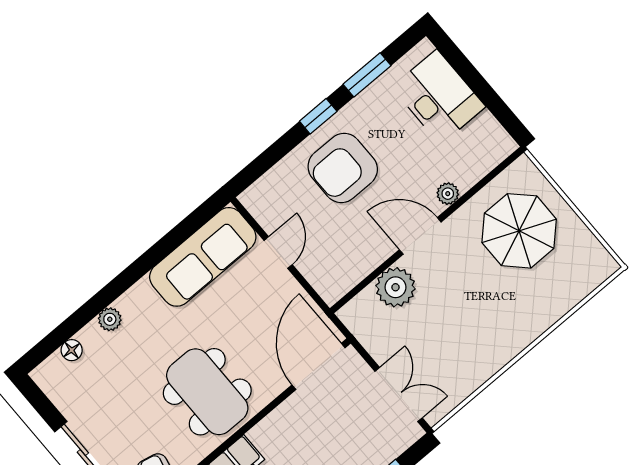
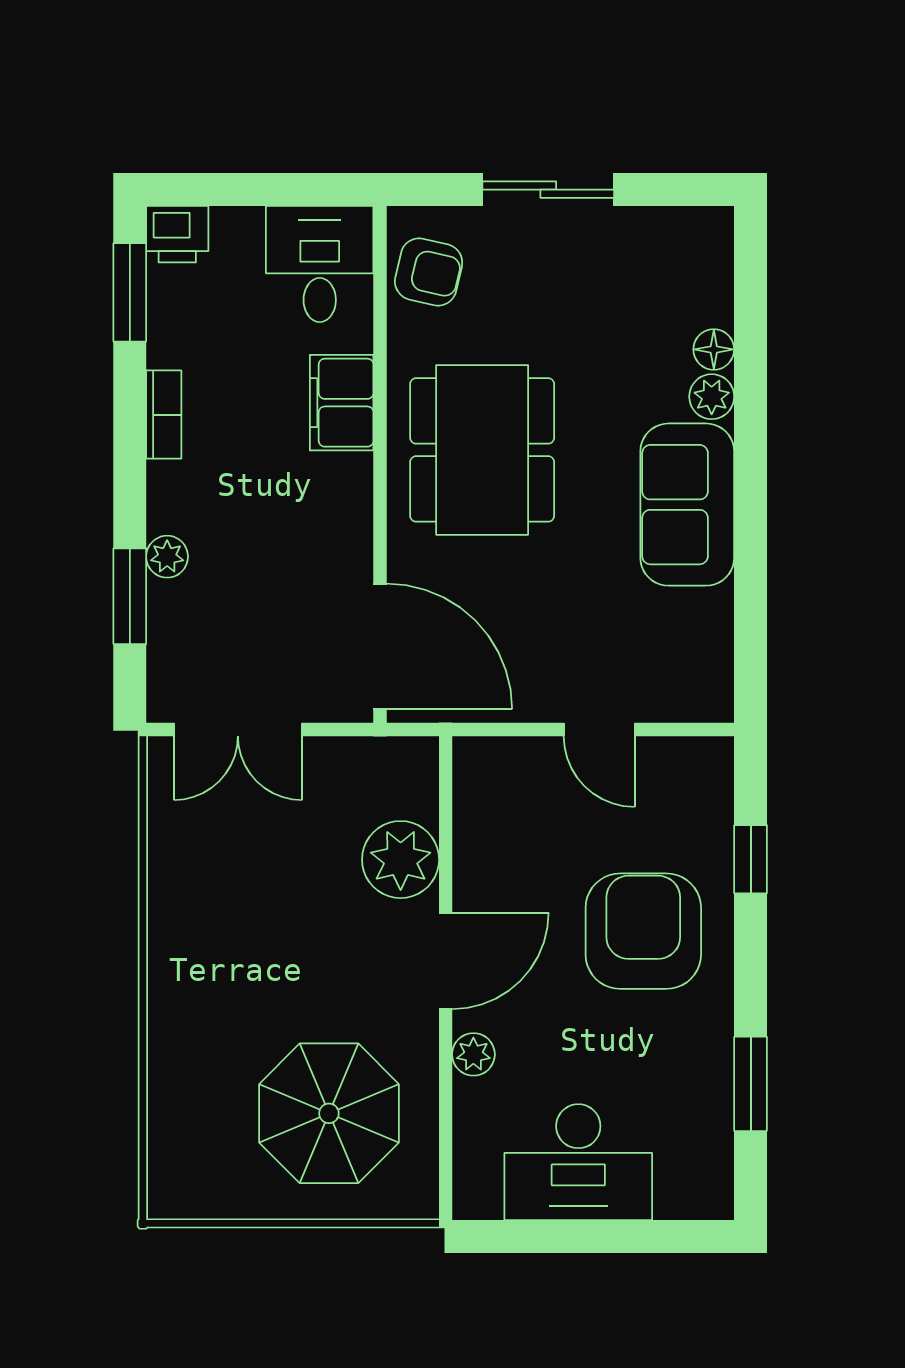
desk: (439, 97) -> (578, 1162), moved
window: (318, 116) -> (751, 859), moved
sofa: (203, 257) -> (687, 505), moved, width x0.73
floor lamp: (72, 350) -> (714, 349), moved
dining table: (207, 392) -> (482, 450), turned 90

